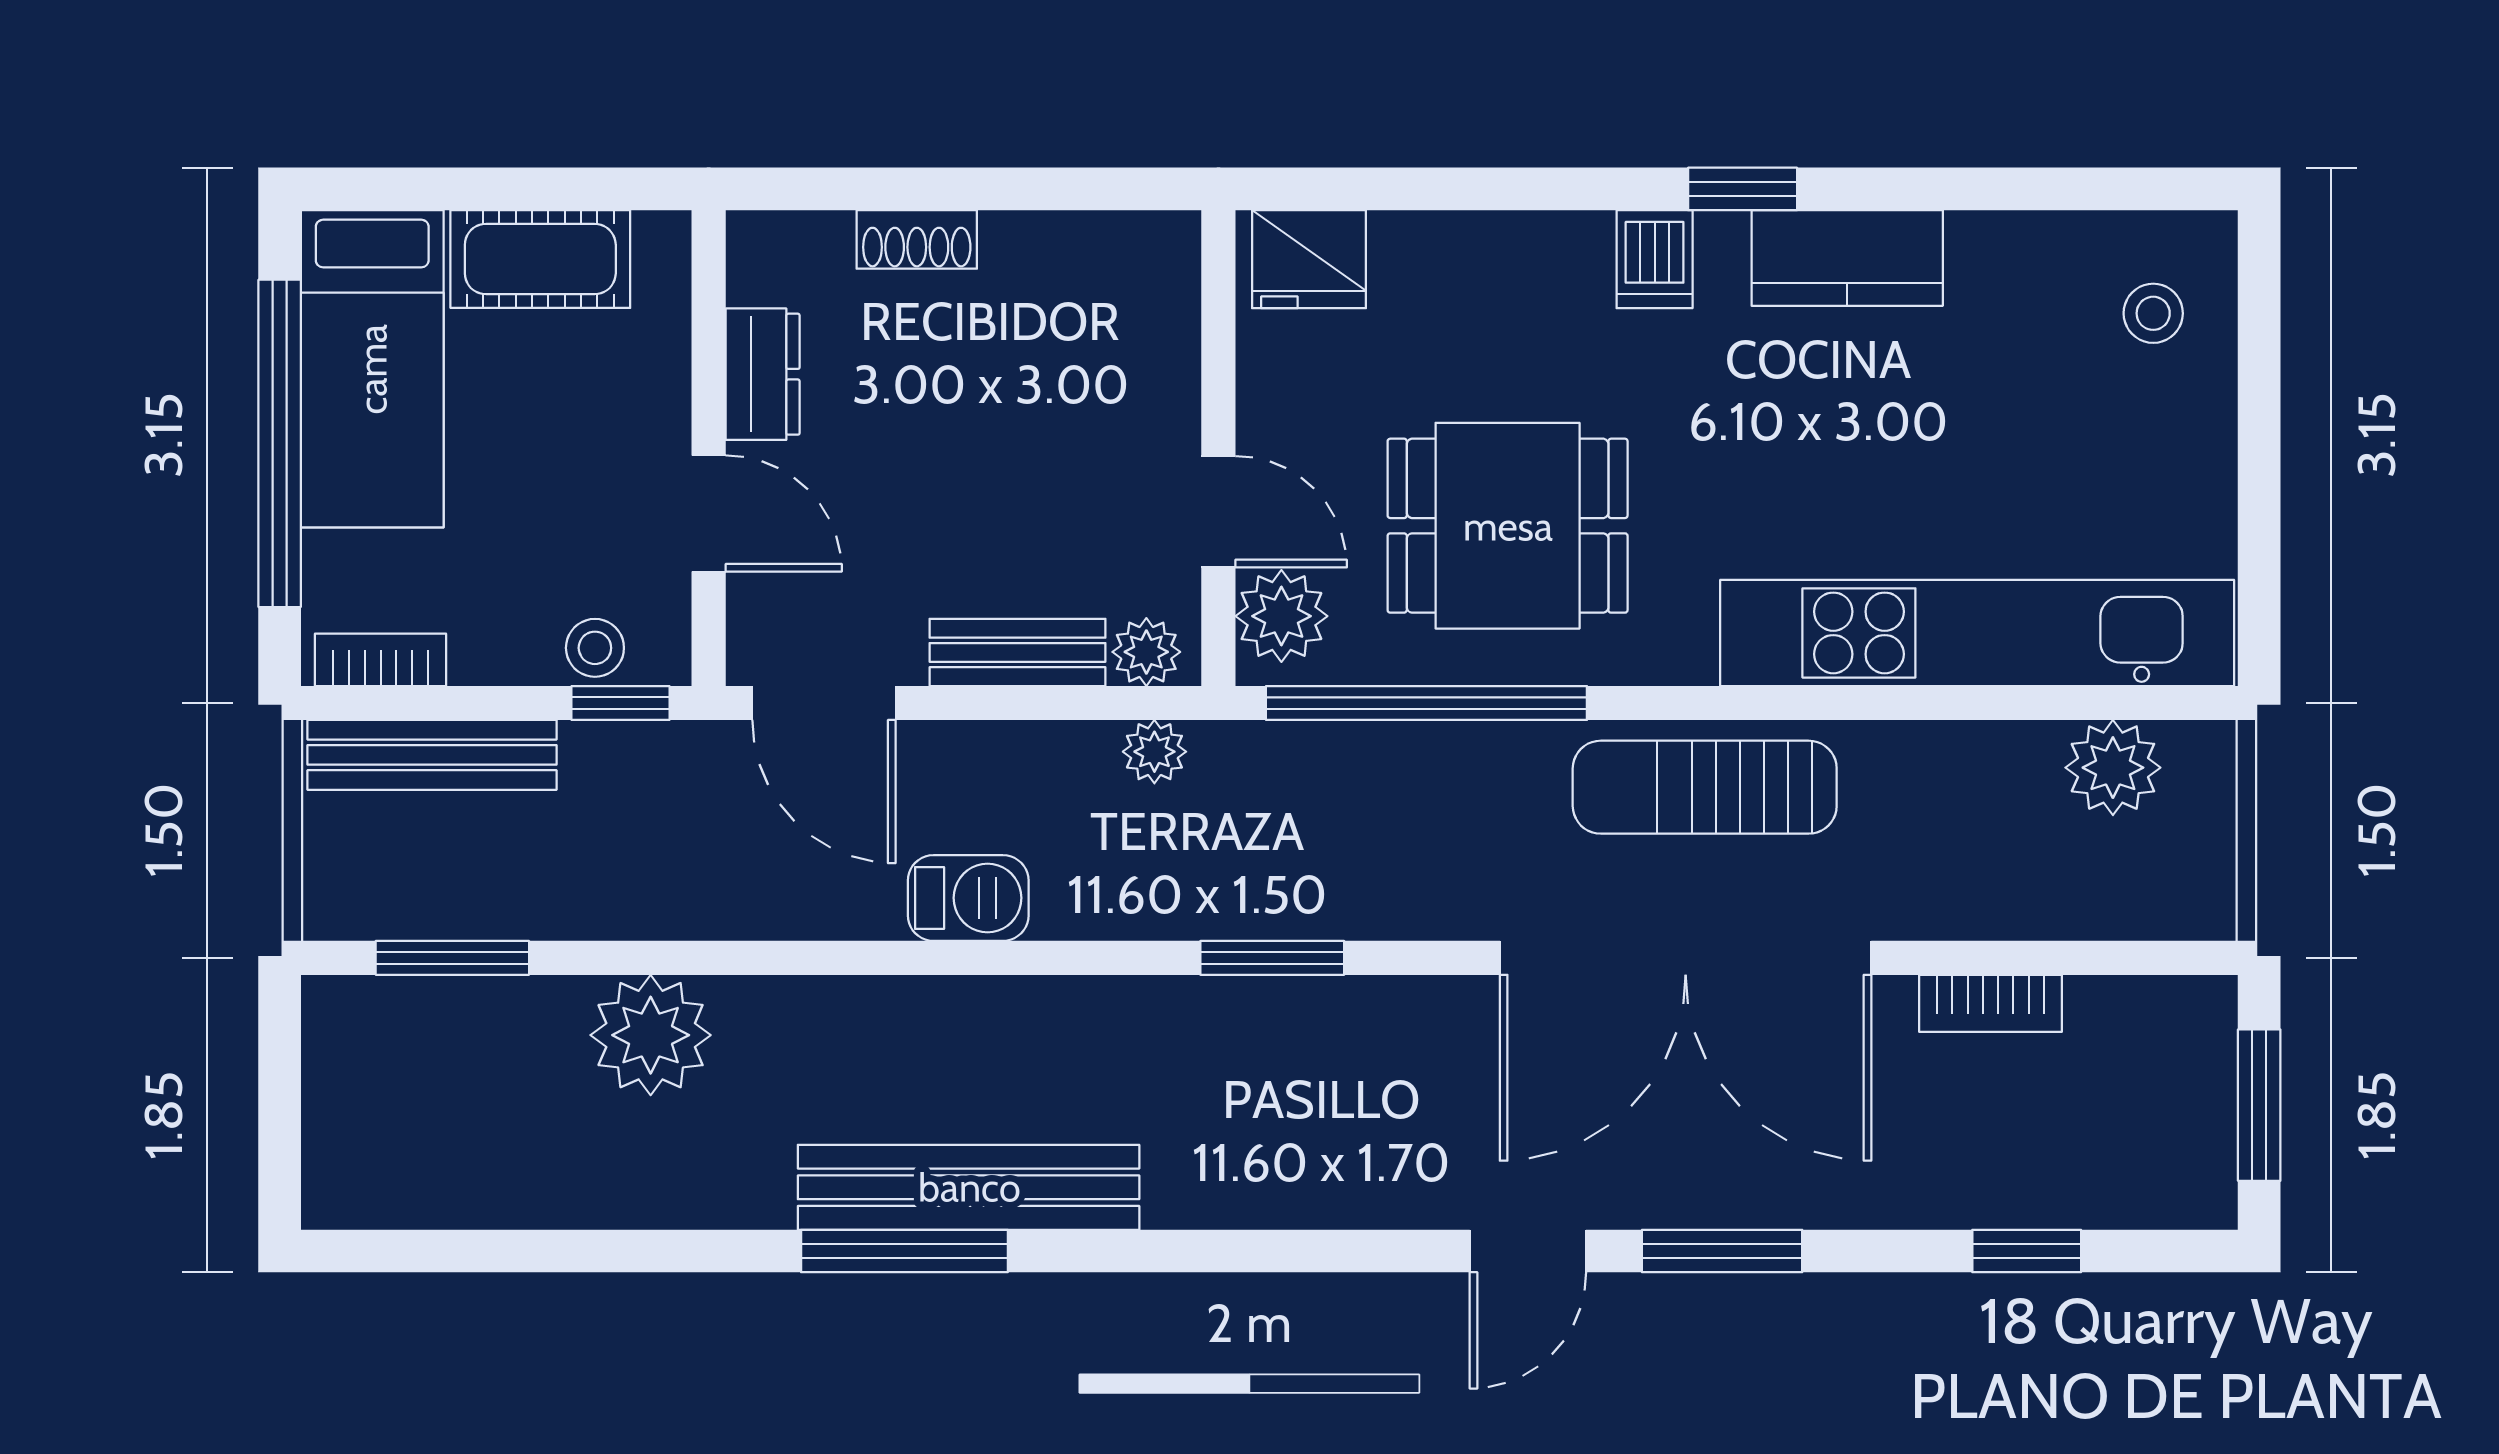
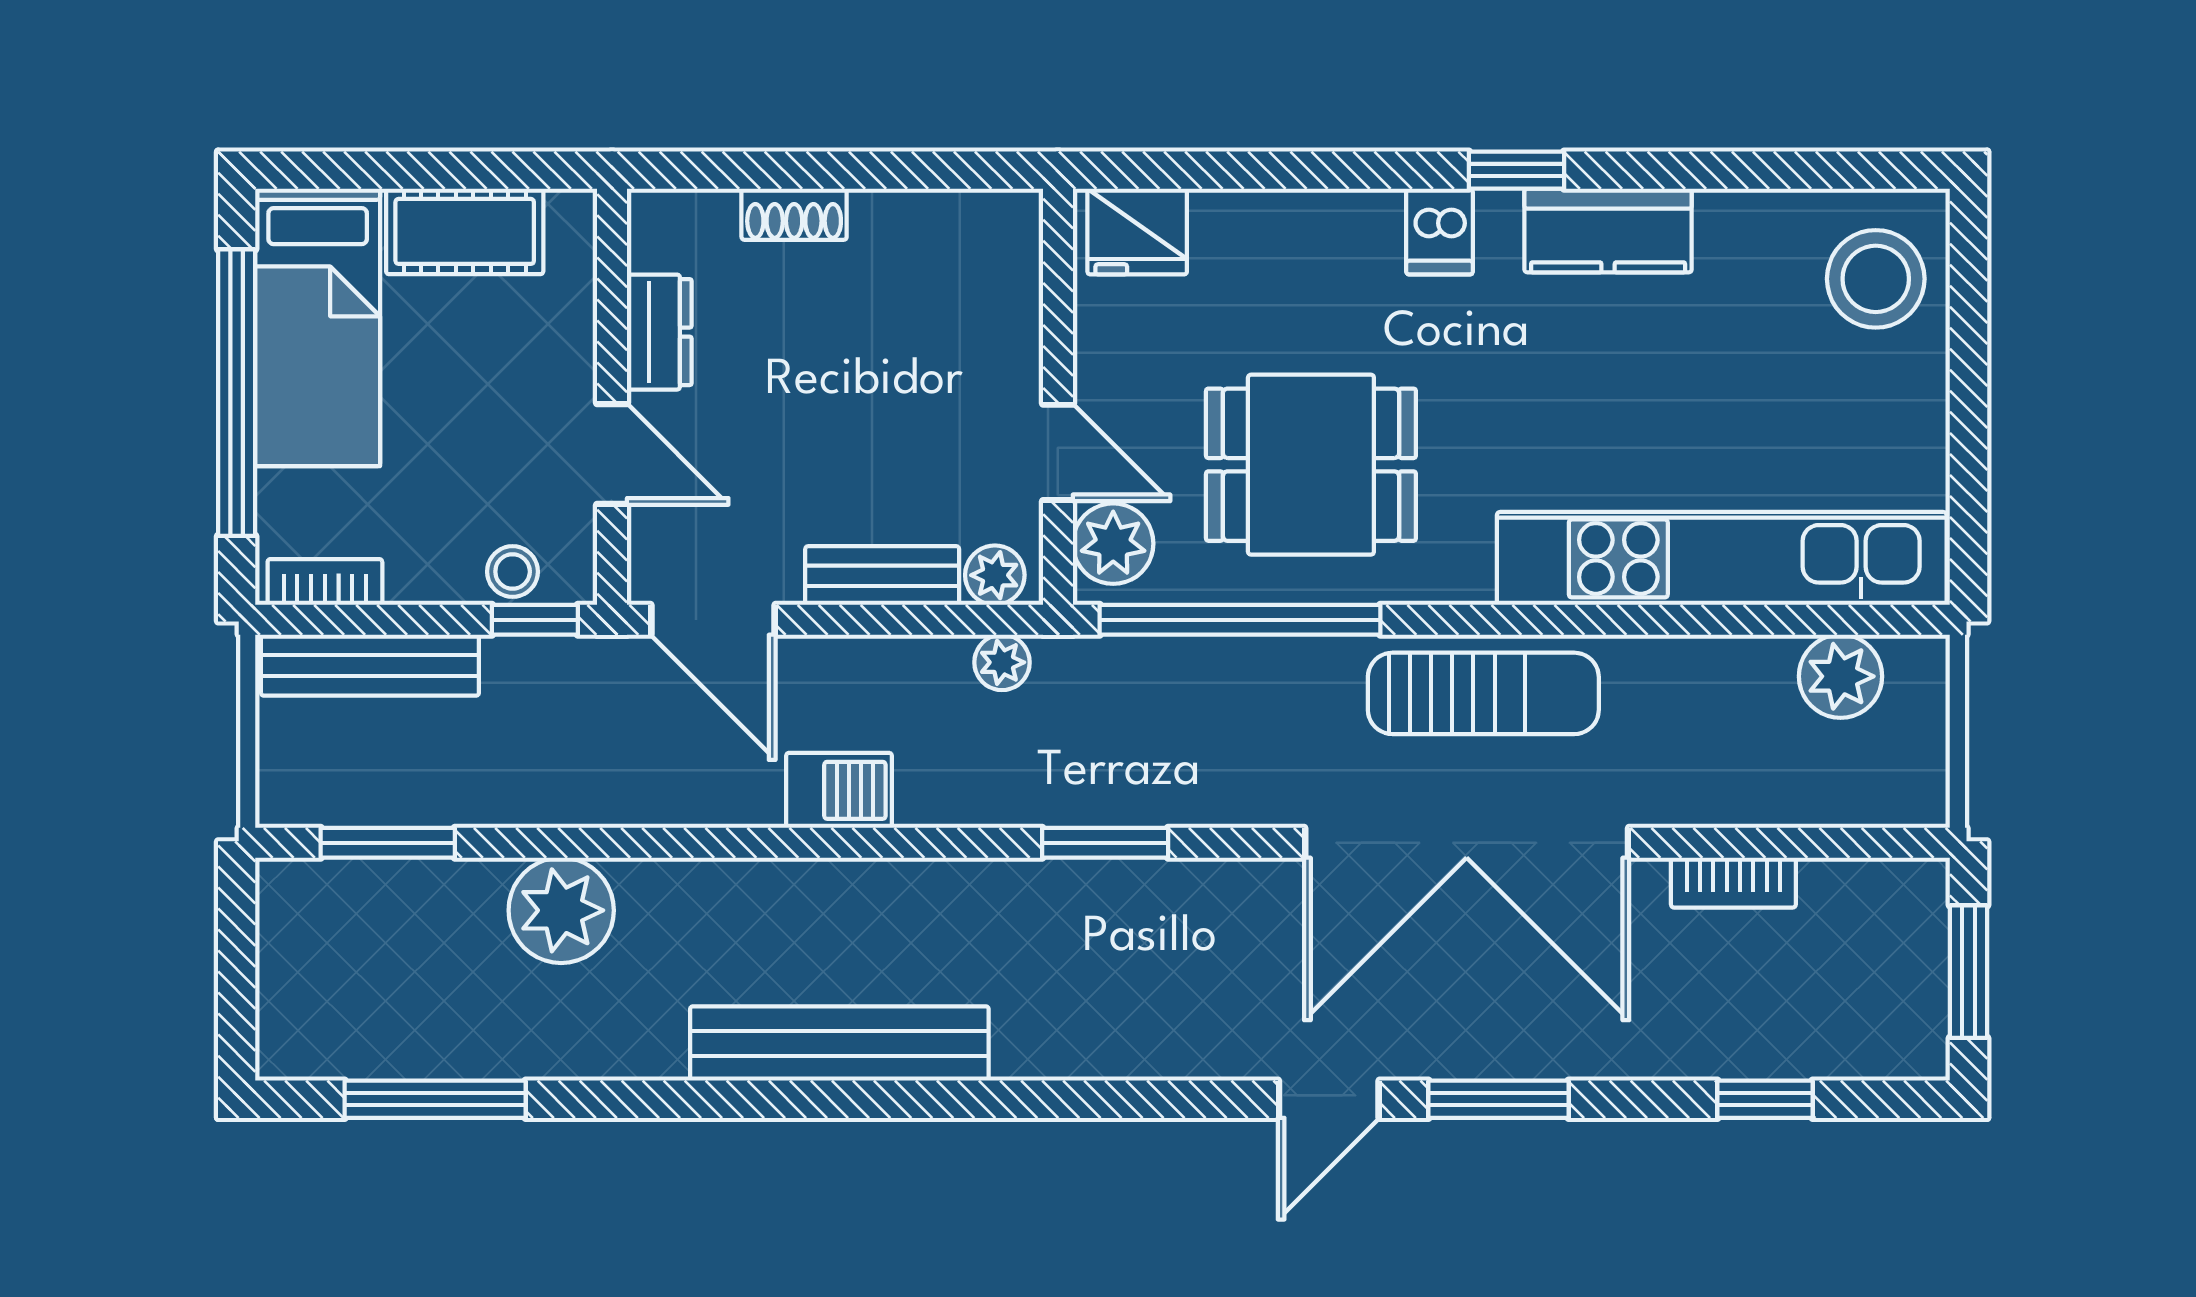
stool: (2153, 313) -> (1876, 279), width x1.89, depth x1.89
sun lounger: (1705, 787) -> (1483, 693), turned 180
window: (904, 1251) -> (435, 1099), moved

